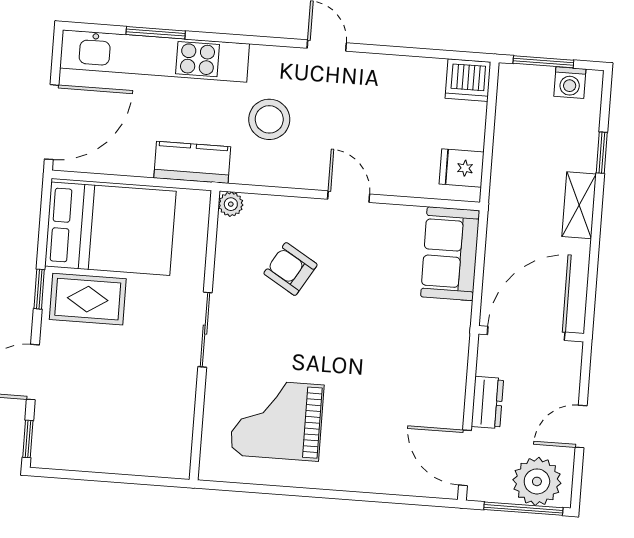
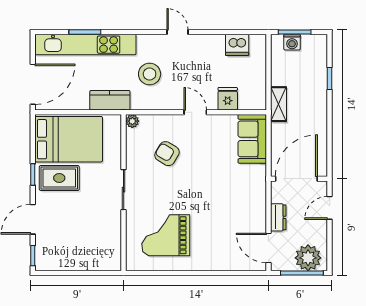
dishwasher: (468, 80) -> (237, 45), moved
washing machine: (570, 83) -> (292, 42), moved
fridge: (462, 168) -> (228, 99), moved, turned 90
shelving: (579, 205) -> (278, 104), moved
door: (581, 427) -> (330, 208), moved

